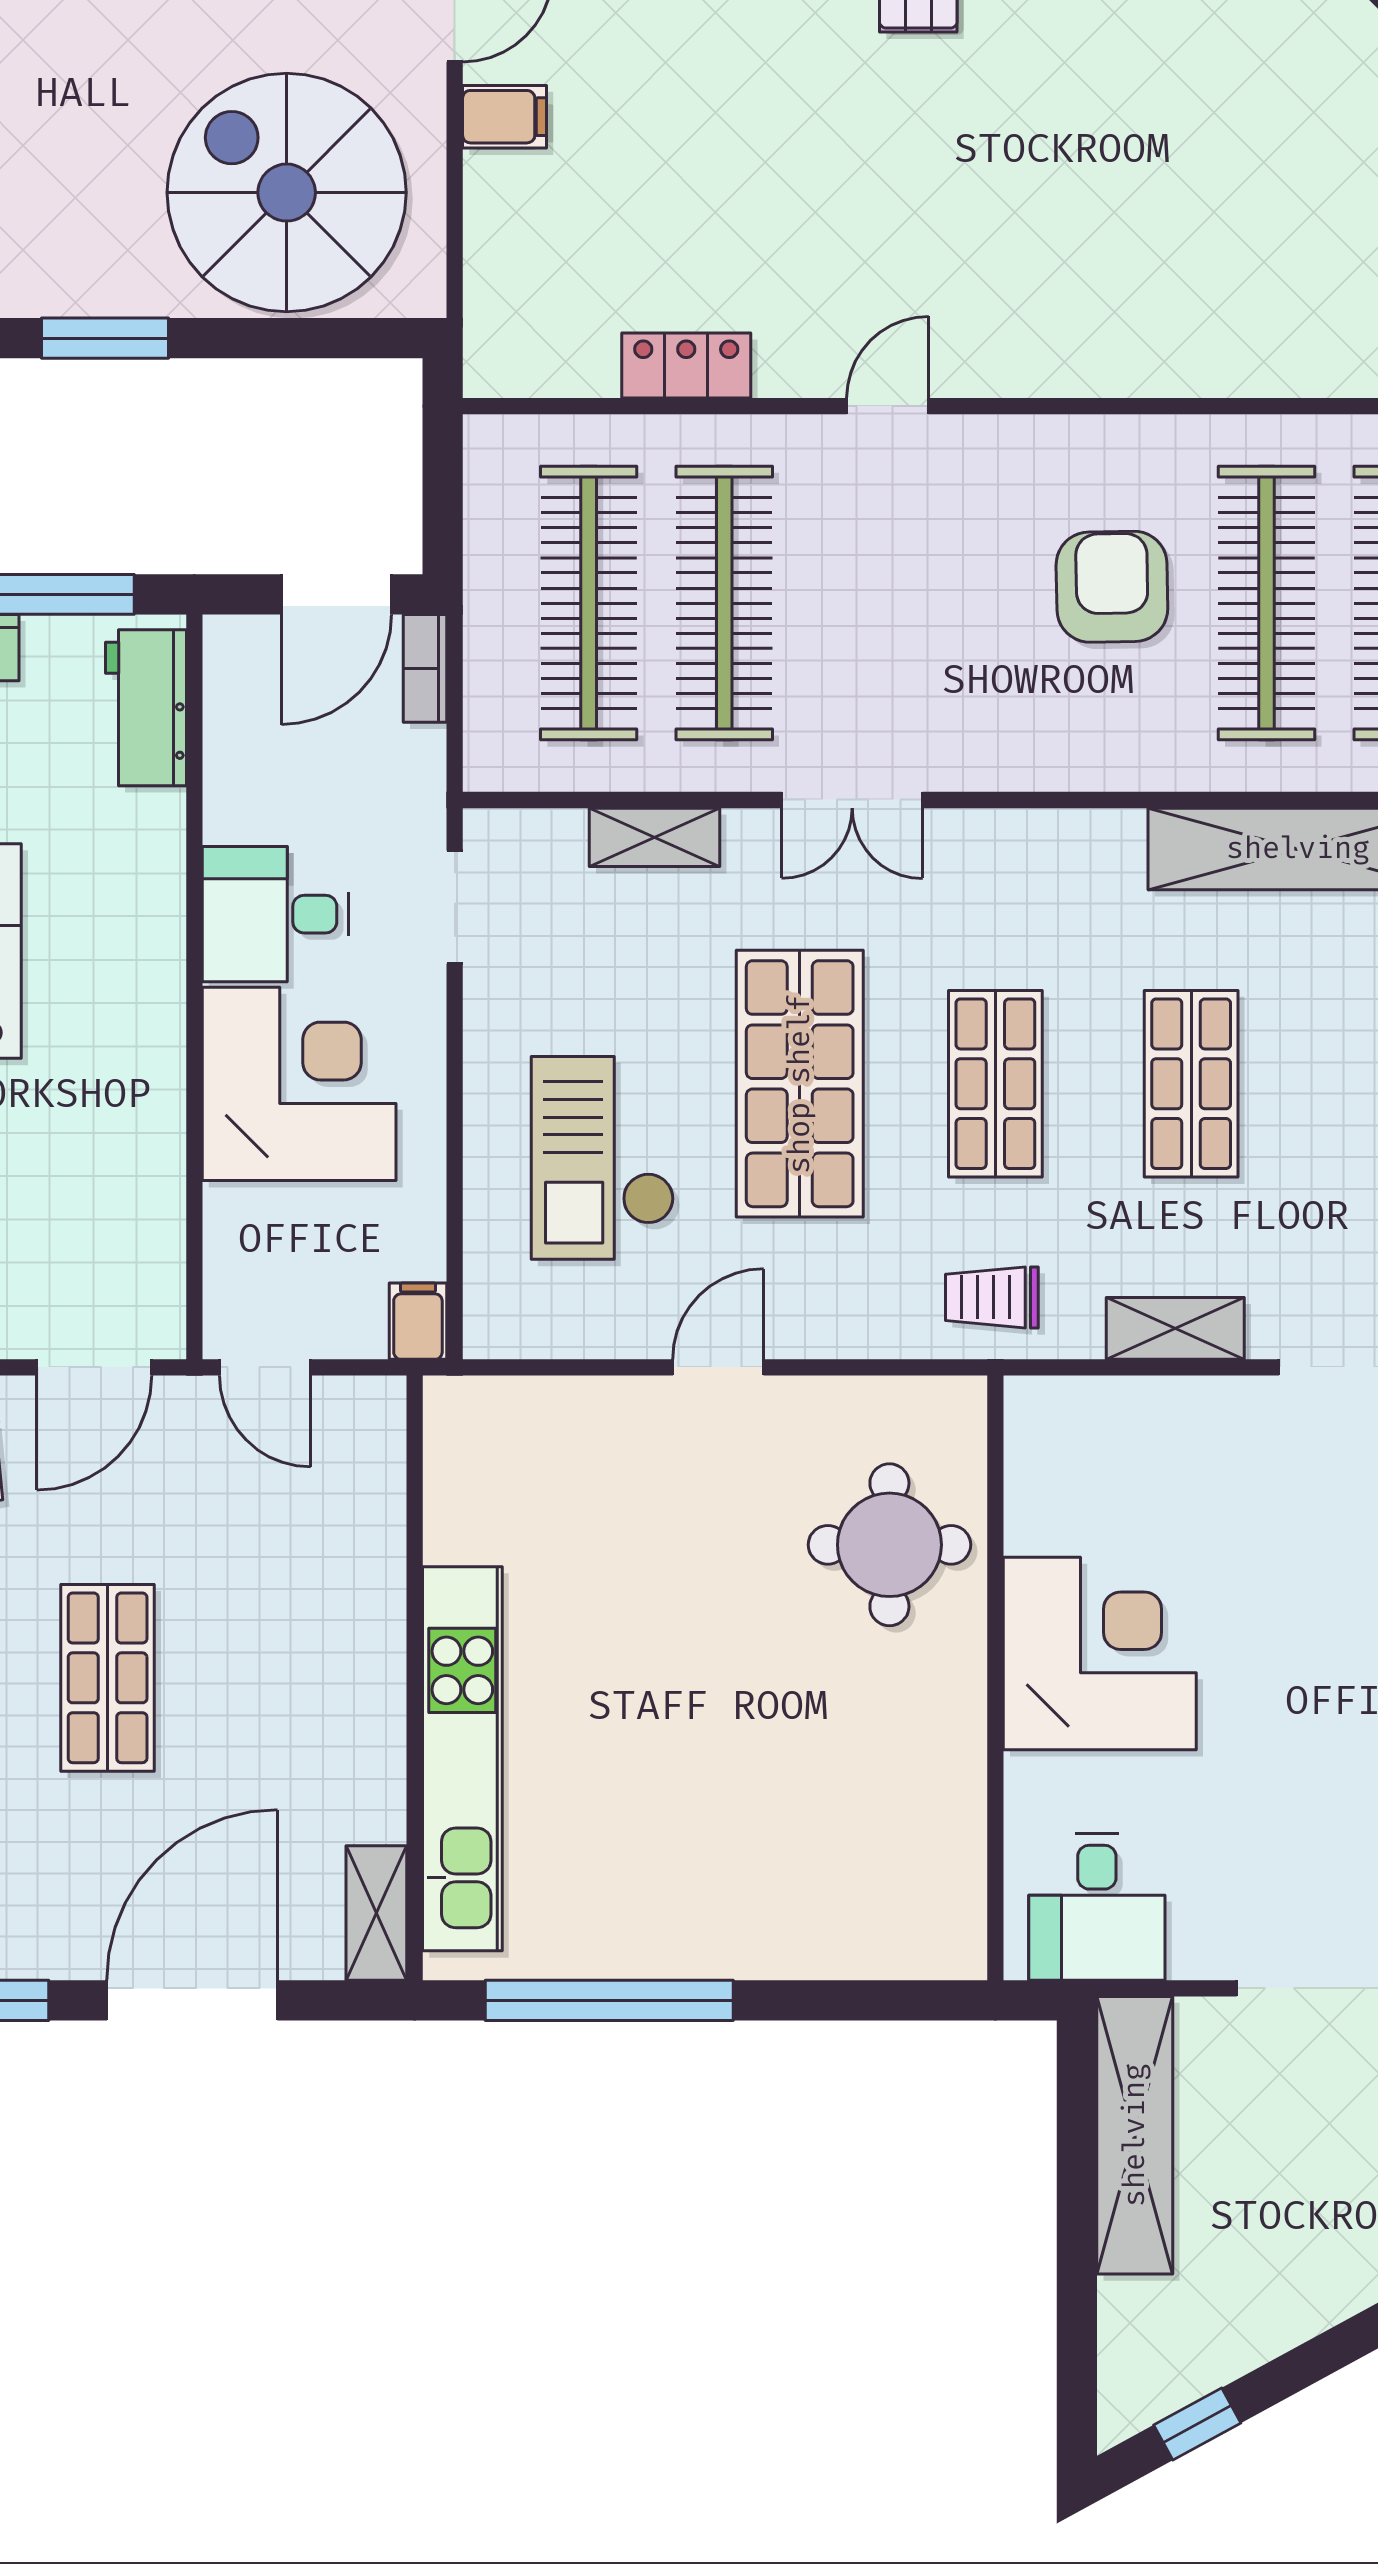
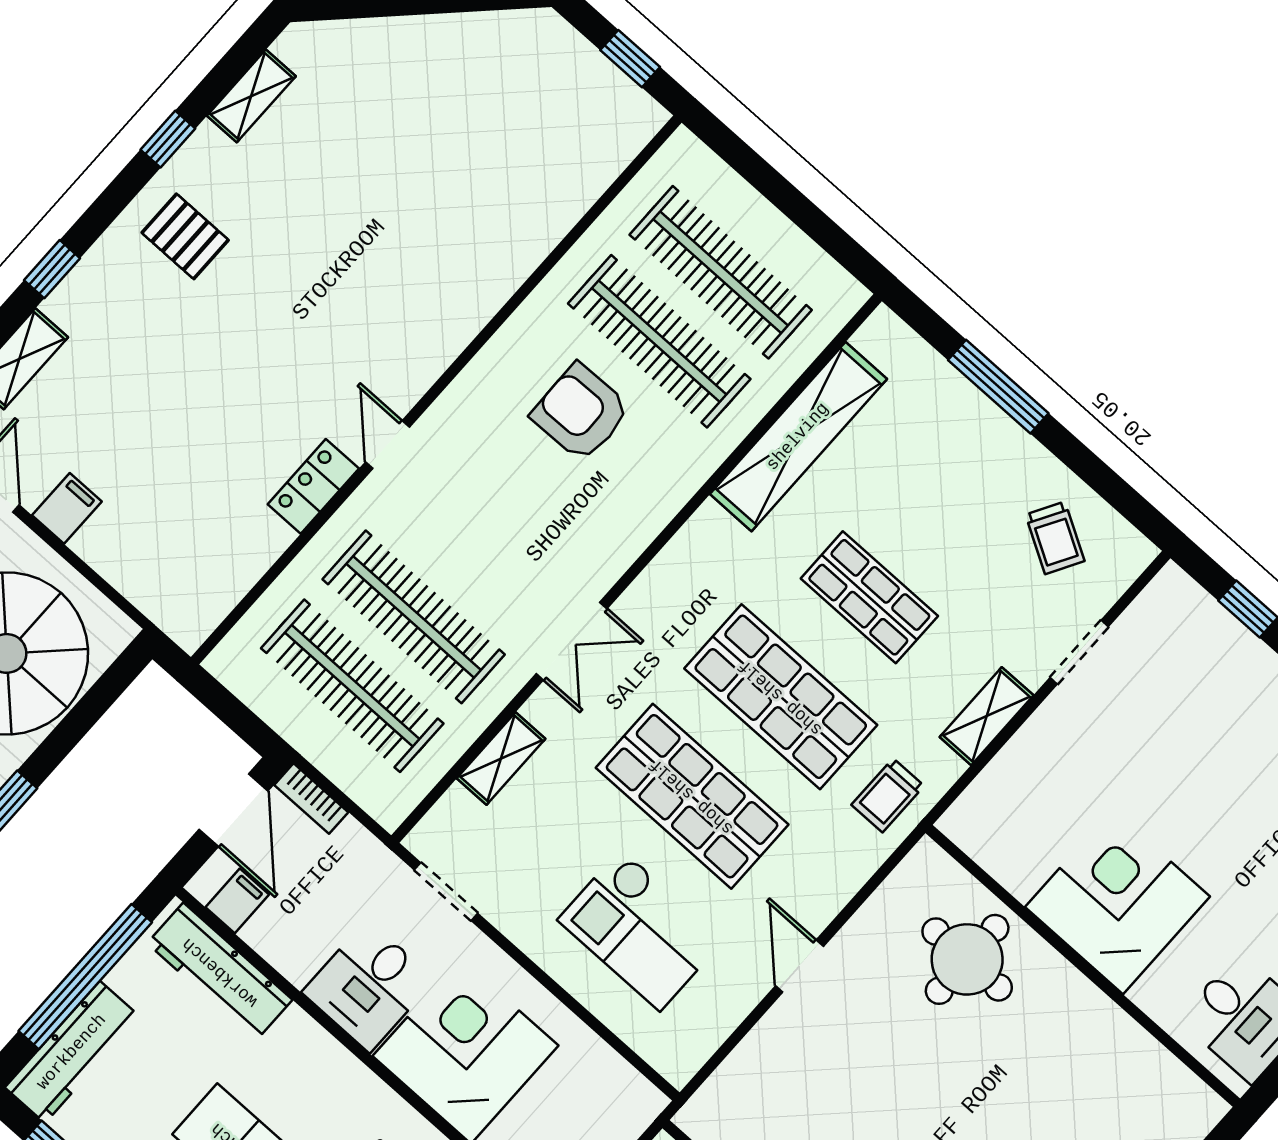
locker: (686, 366) -> (313, 486), moved
workbench: (146, 708) -> (220, 972), width x1.38
shop shelf: (995, 1084) -> (781, 697), width x1.43, depth x1.36
filing cabinet: (418, 1321) -> (237, 901), moved, turned 90

